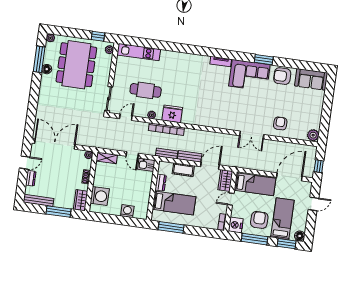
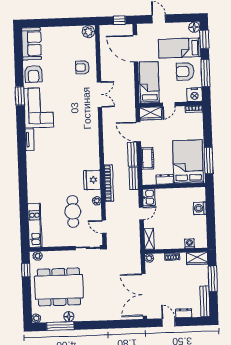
washing machine: (100, 196) -> (190, 244), width x0.53, depth x0.53
door: (231, 199) -> (169, 104), hinge flipped
bed: (174, 203) -> (188, 162), width x1.50

